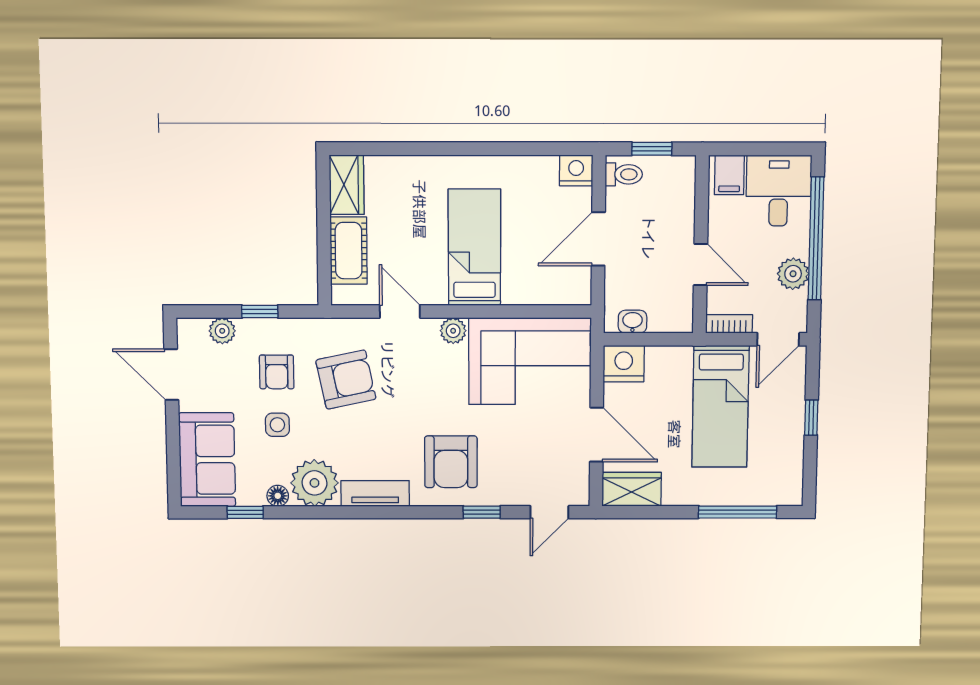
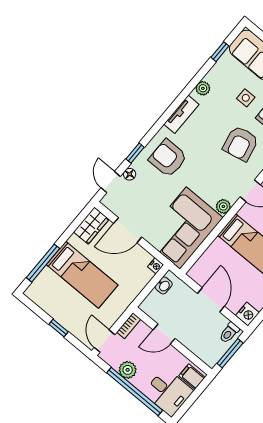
window: (652, 149) -> (230, 353), width x1.50
nightstand: (624, 364) -> (156, 266), width x0.53, depth x0.56
bed: (720, 407) -> (82, 275), moved, turned 180
plant: (314, 483) -> (203, 88), width x0.53, depth x0.53
floor lamp: (278, 496) -> (130, 174), moved

